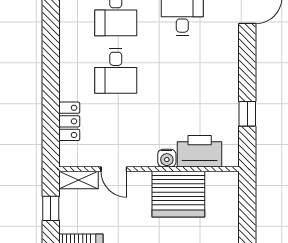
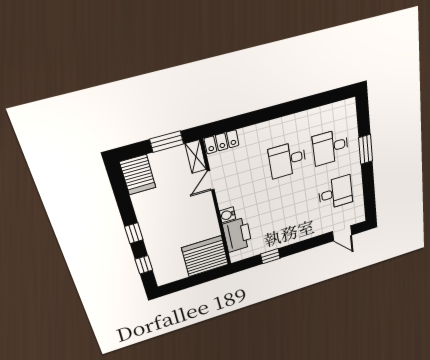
locker: (69, 121) -> (222, 142), moved
server rack: (178, 194) -> (205, 256), moved, turned 90
window: (51, 208) -> (167, 142), width x1.50

